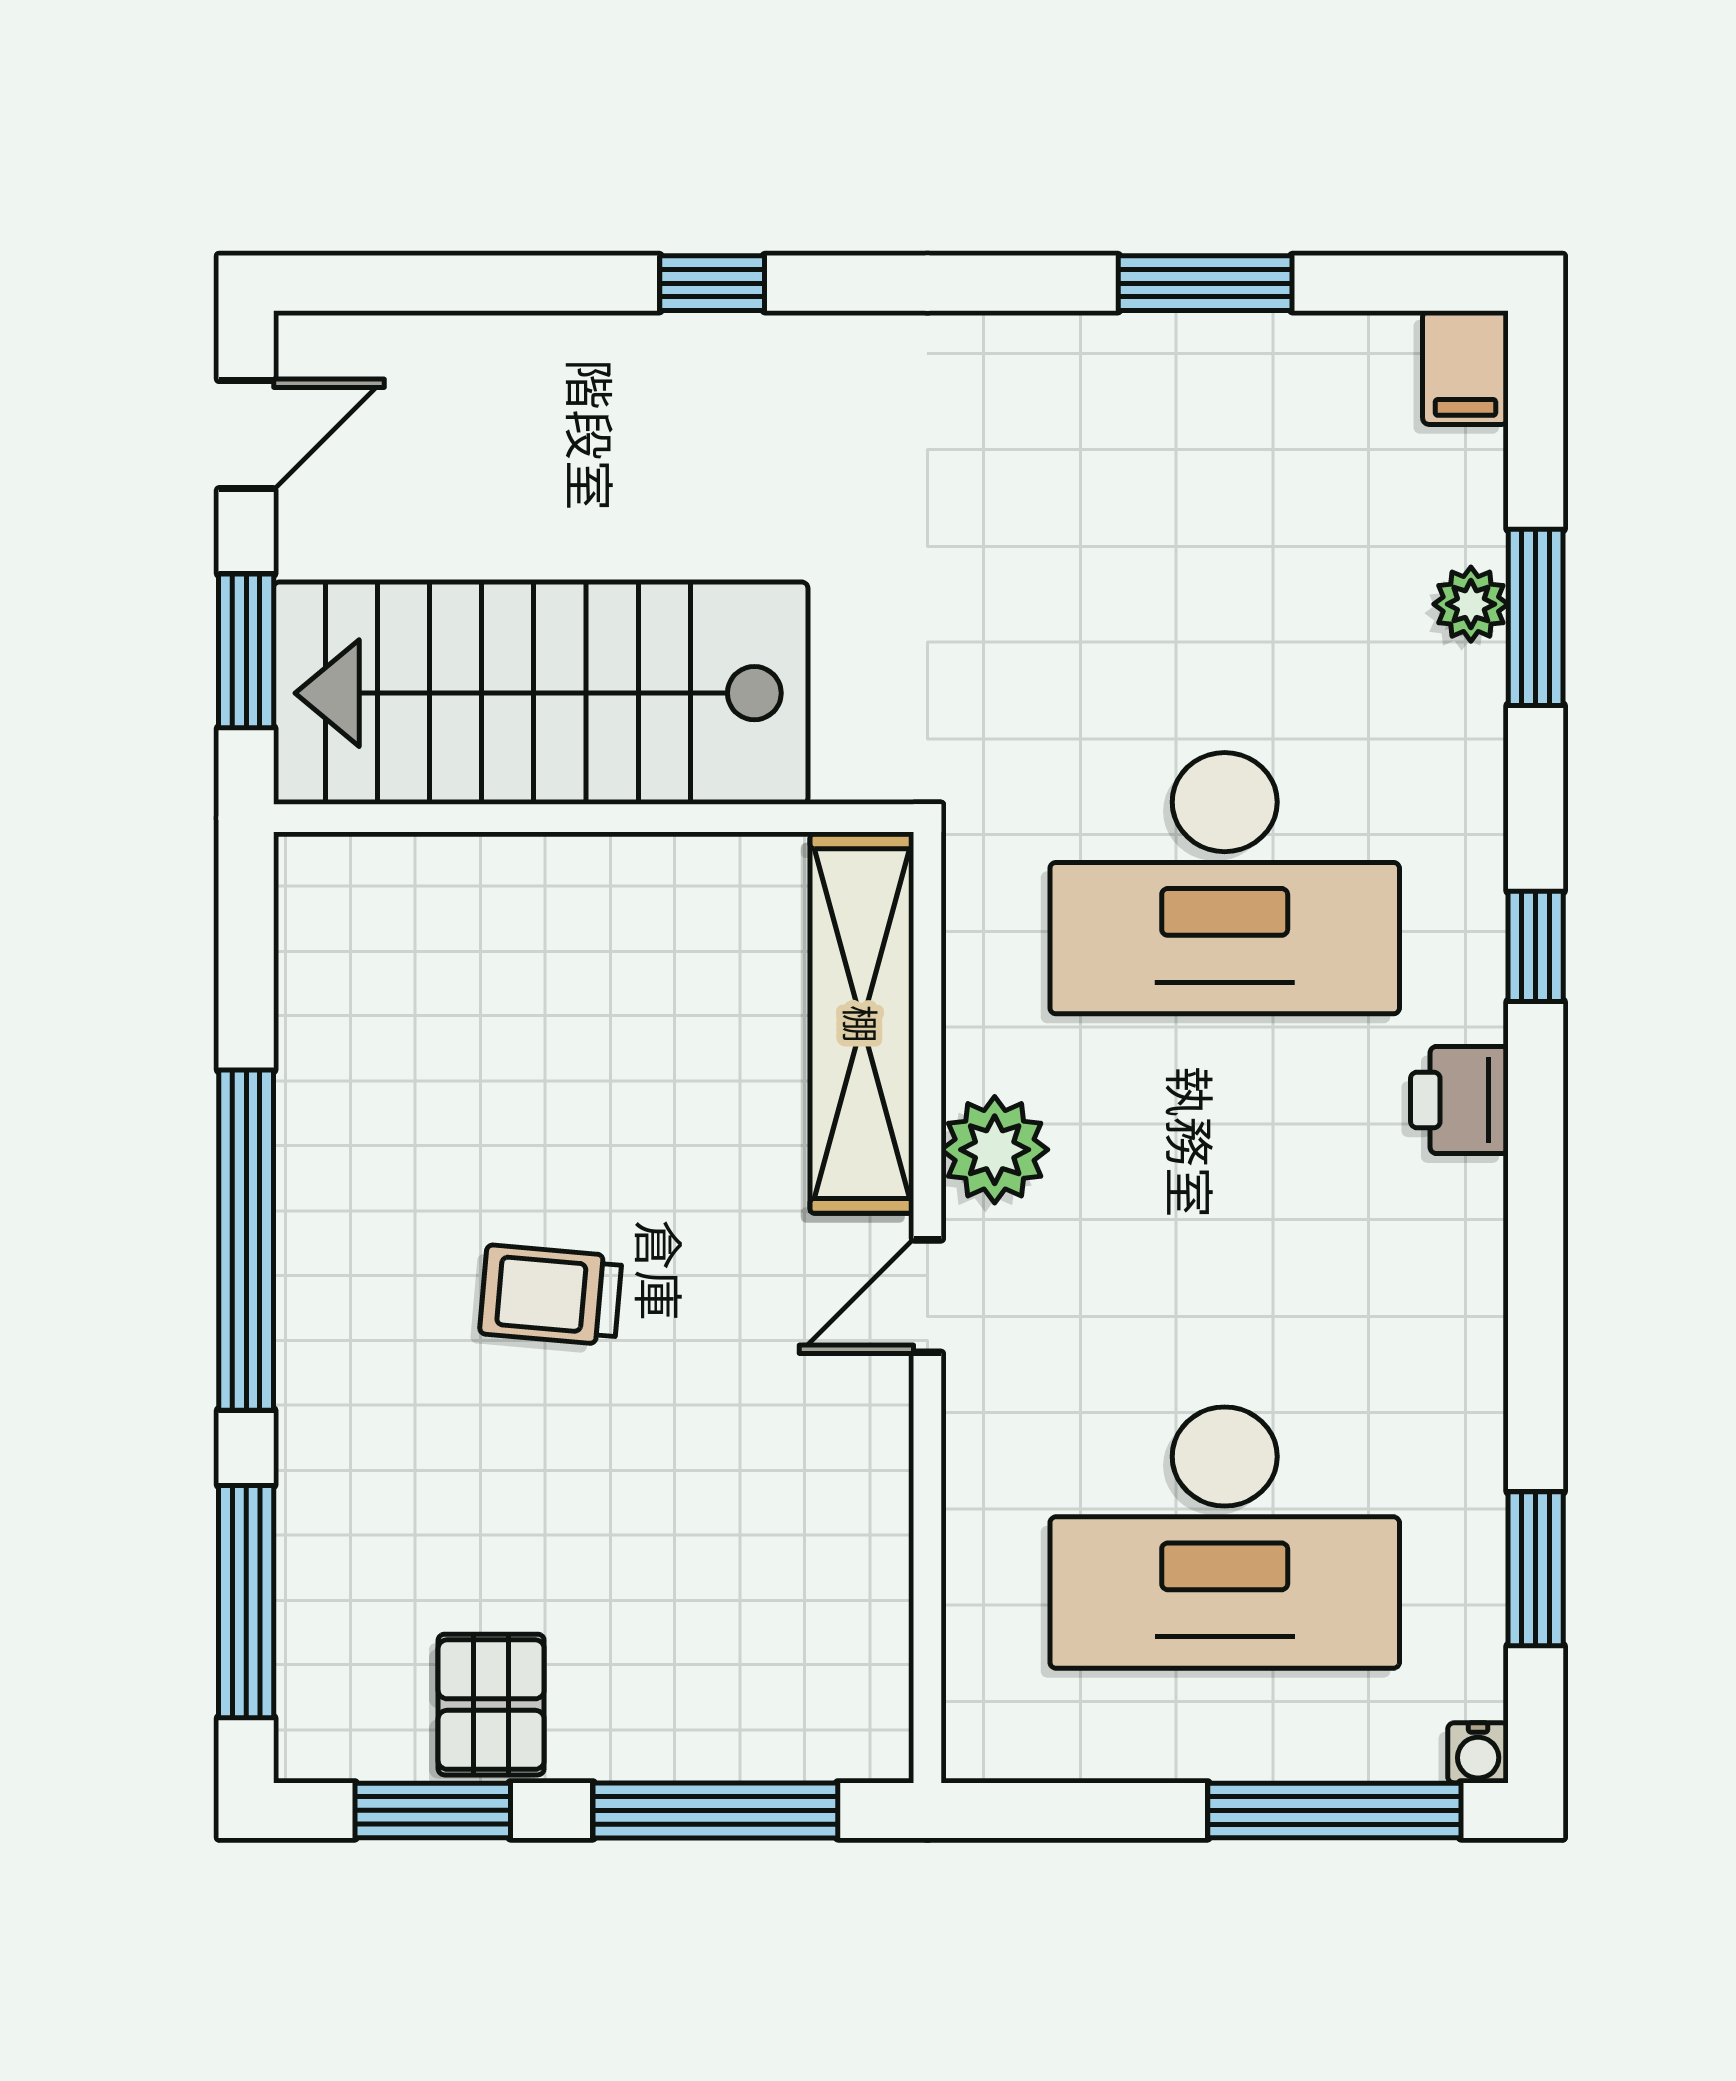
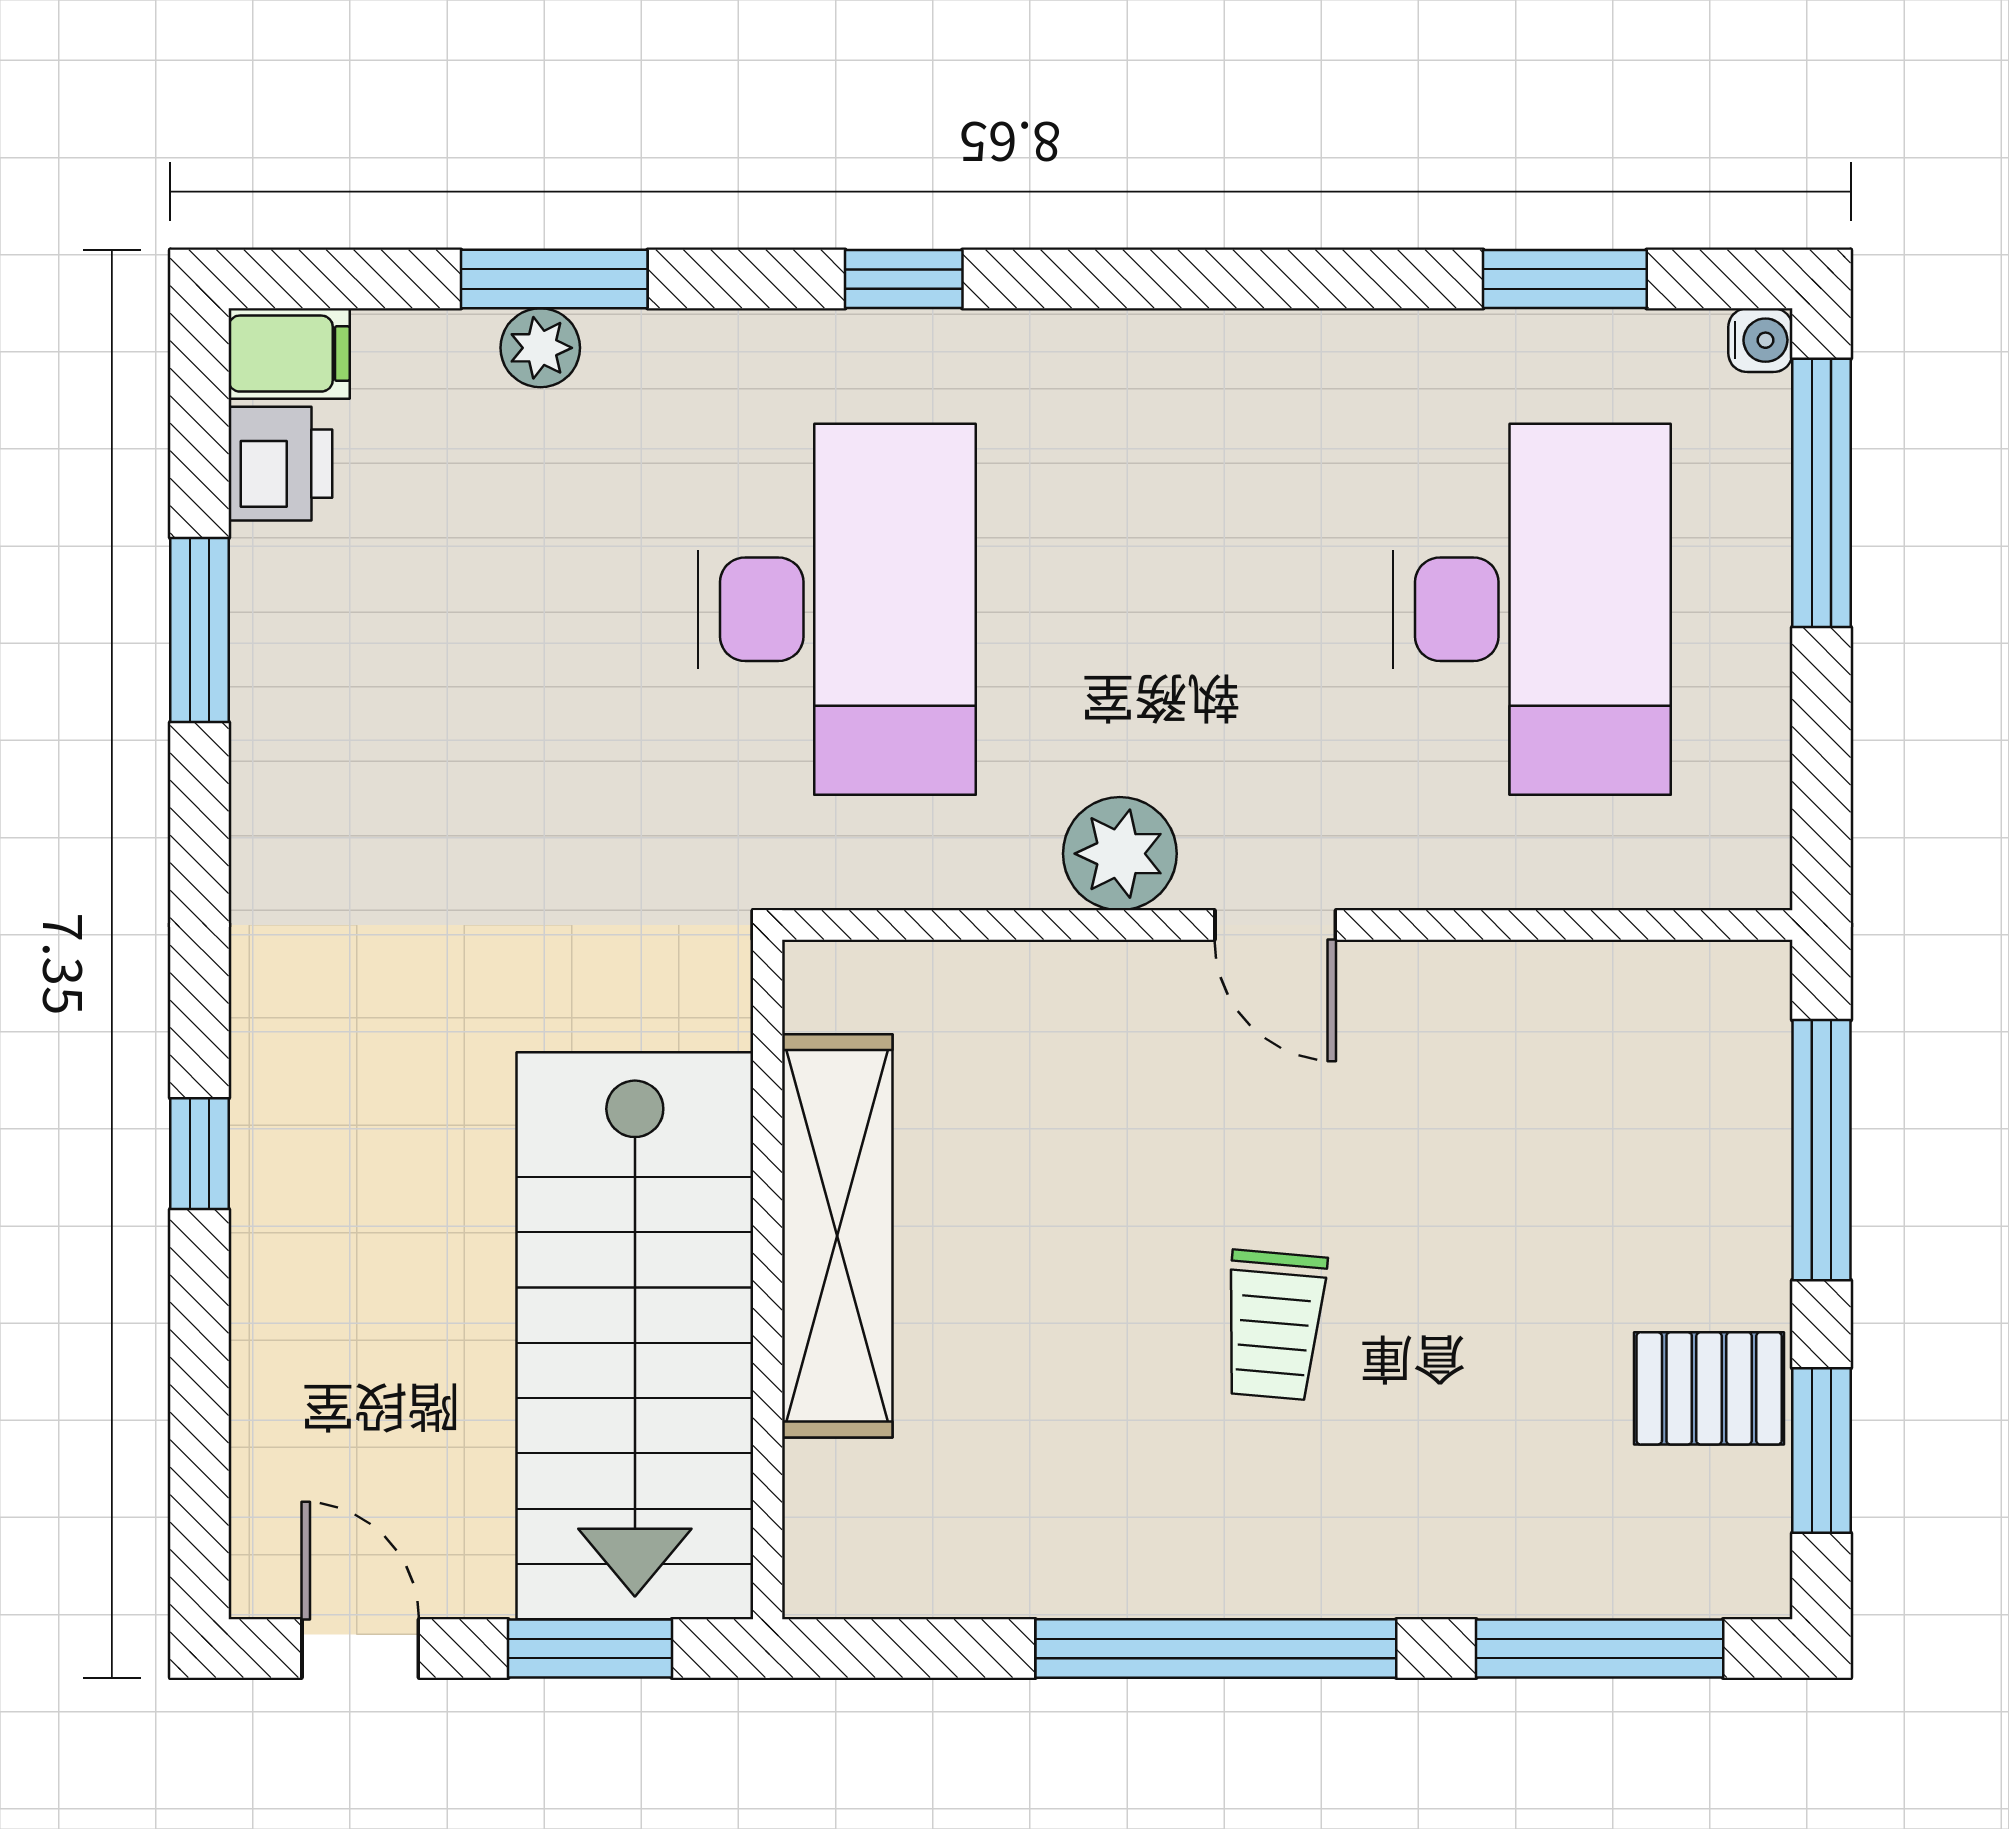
shelving: (862, 1024) -> (837, 1236), moved, turned 90
printer: (1459, 1100) -> (280, 464), moved, turned -90

